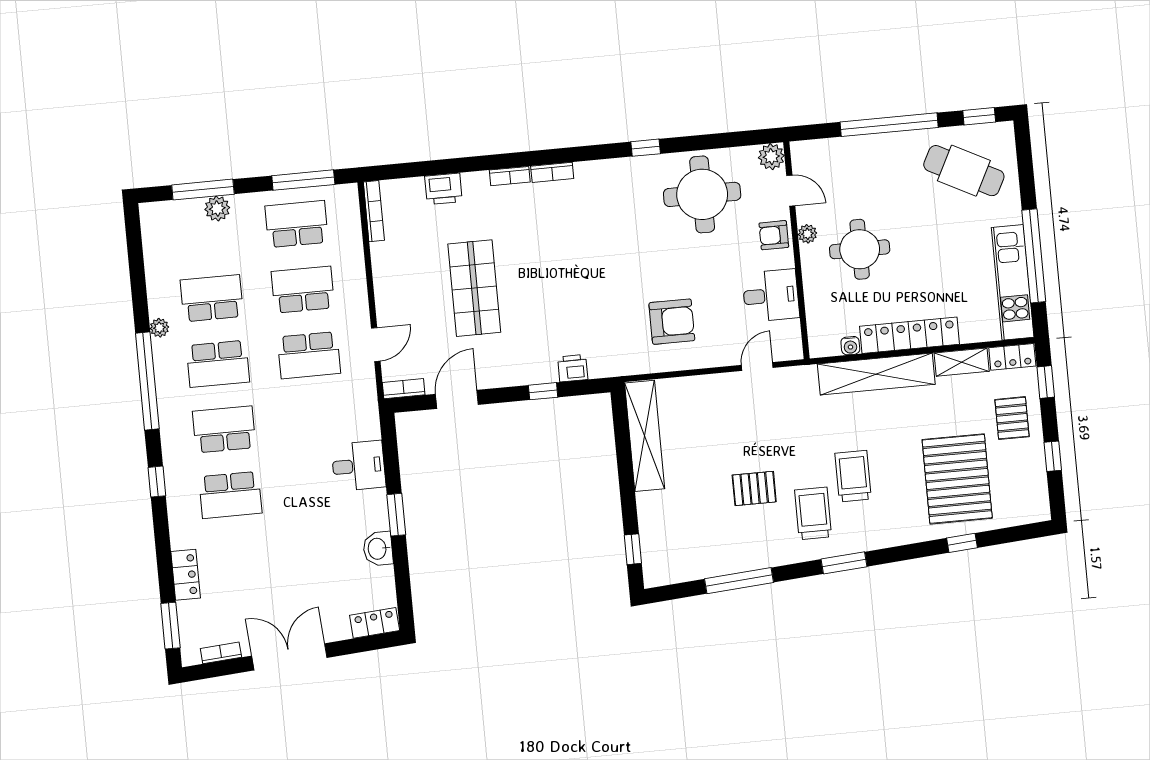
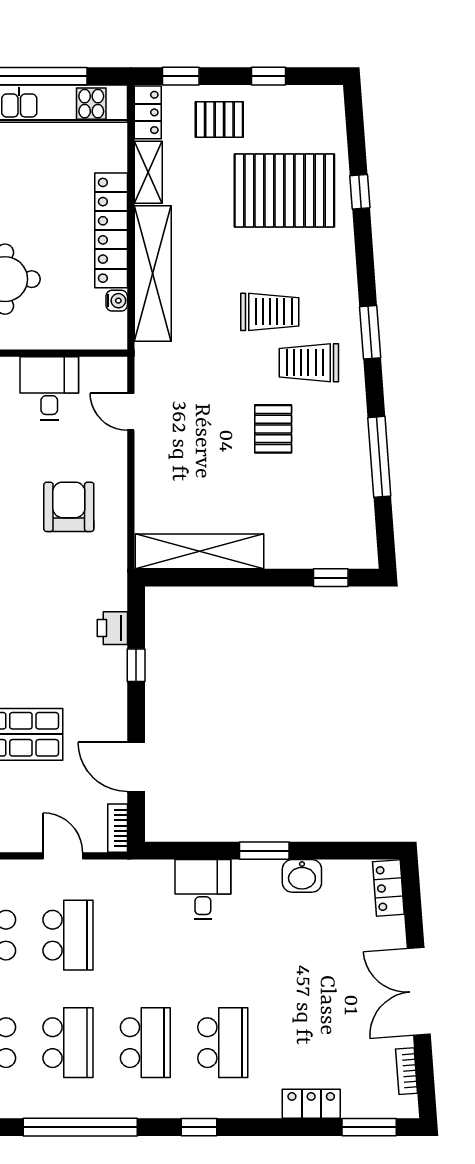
plant: (159, 328) -> (19, 1107), removed
school desk: (224, 429) -> (145, 1043), turned 180
trolley: (853, 476) -> (270, 312), turned 180

